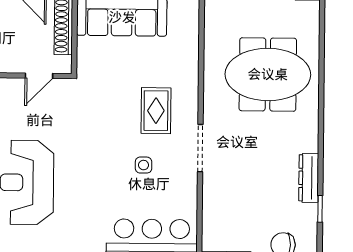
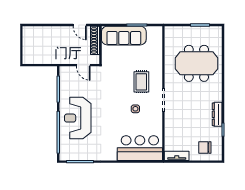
door: (39, 76) -> (83, 65), hinge flipped

